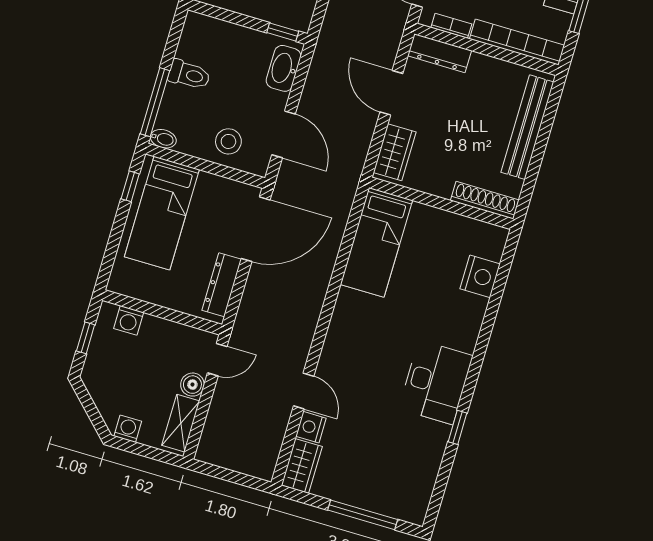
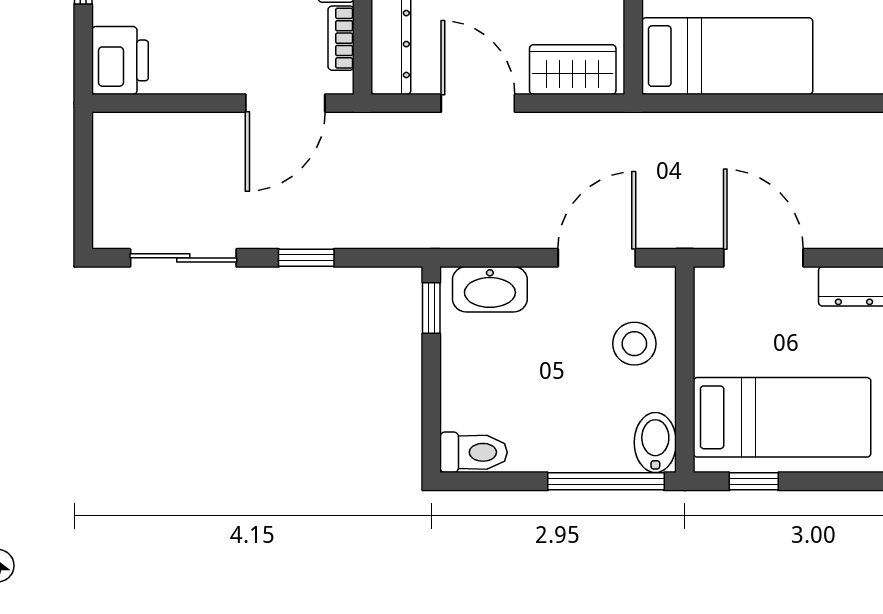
toilet: (189, 75) -> (473, 452), moved, turned 90
door: (391, 93) -> (478, 103), swing flipped
bidet: (163, 139) -> (655, 442), width x1.38, depth x1.36
door: (256, 229) -> (763, 258), width x0.73

